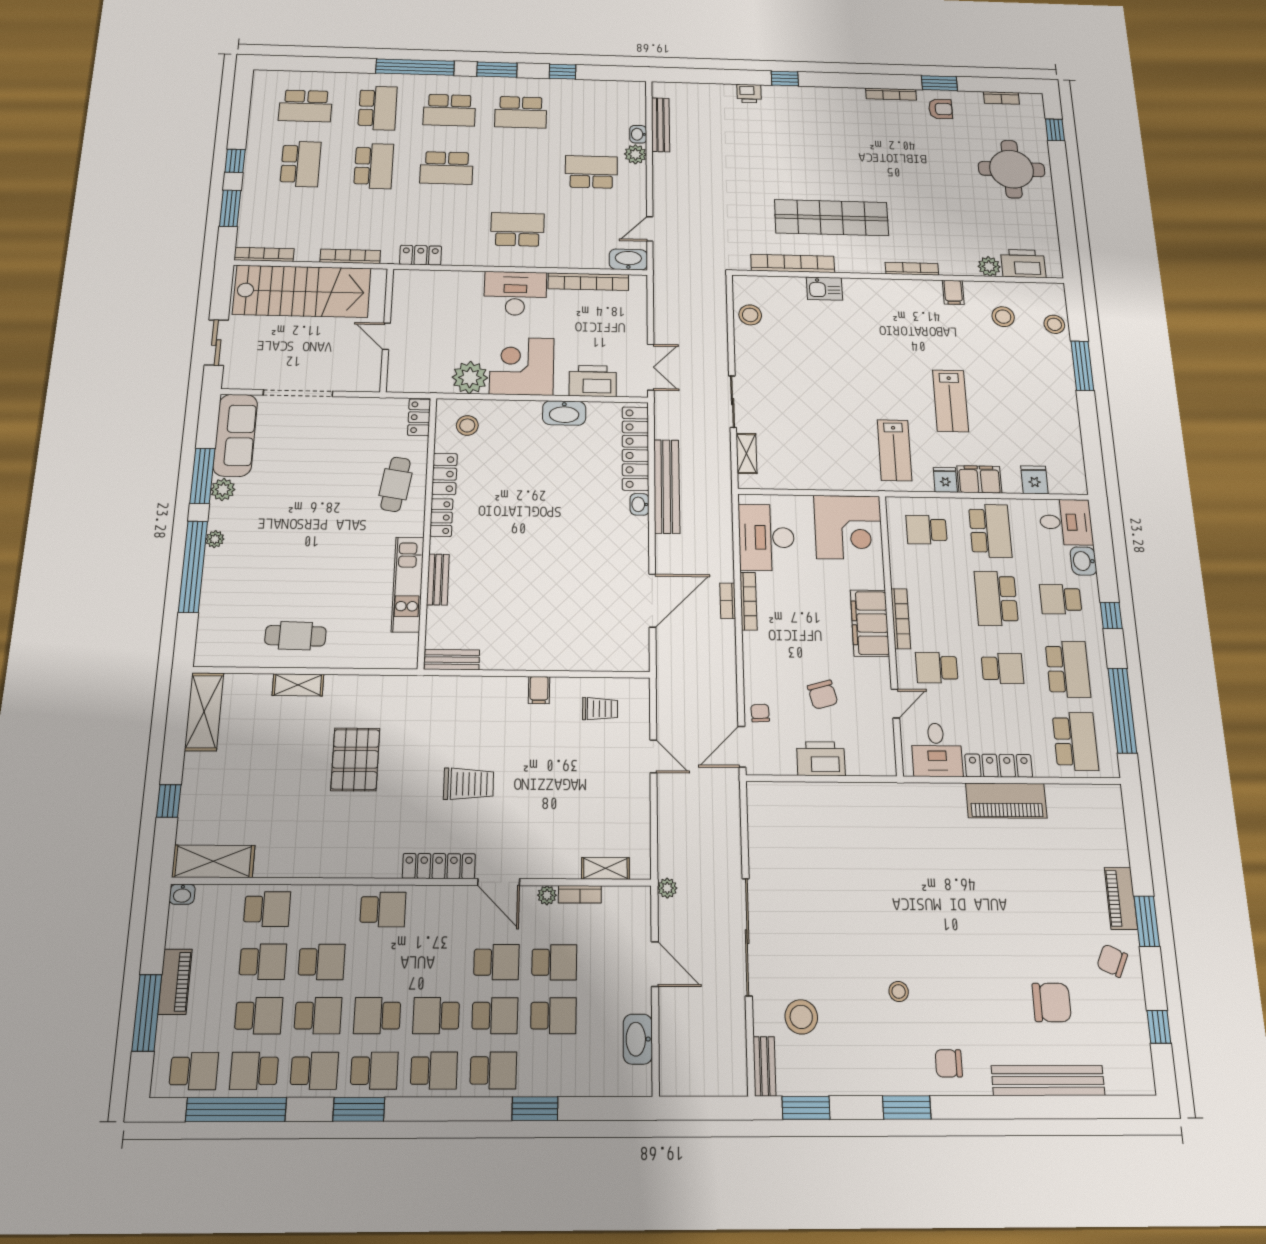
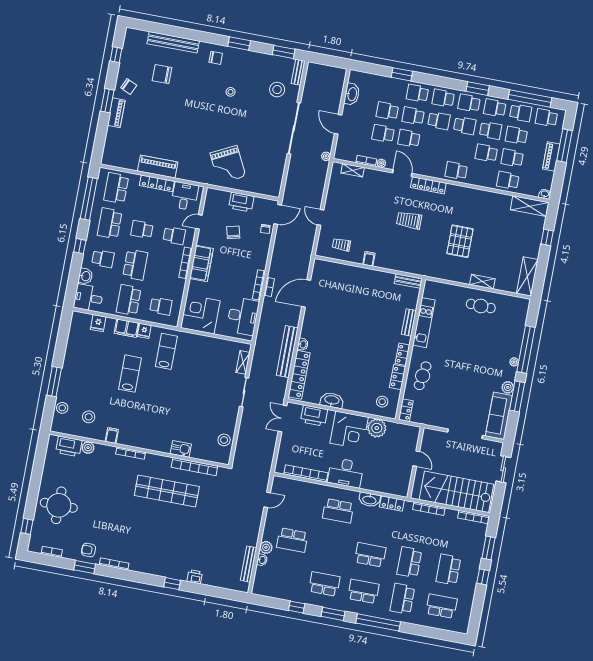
washbasin: (628, 259) -> (369, 500), moved
grand piano: (866, 832) -> (228, 165), added
school desk: (318, 1016) -> (491, 130), turned 180

